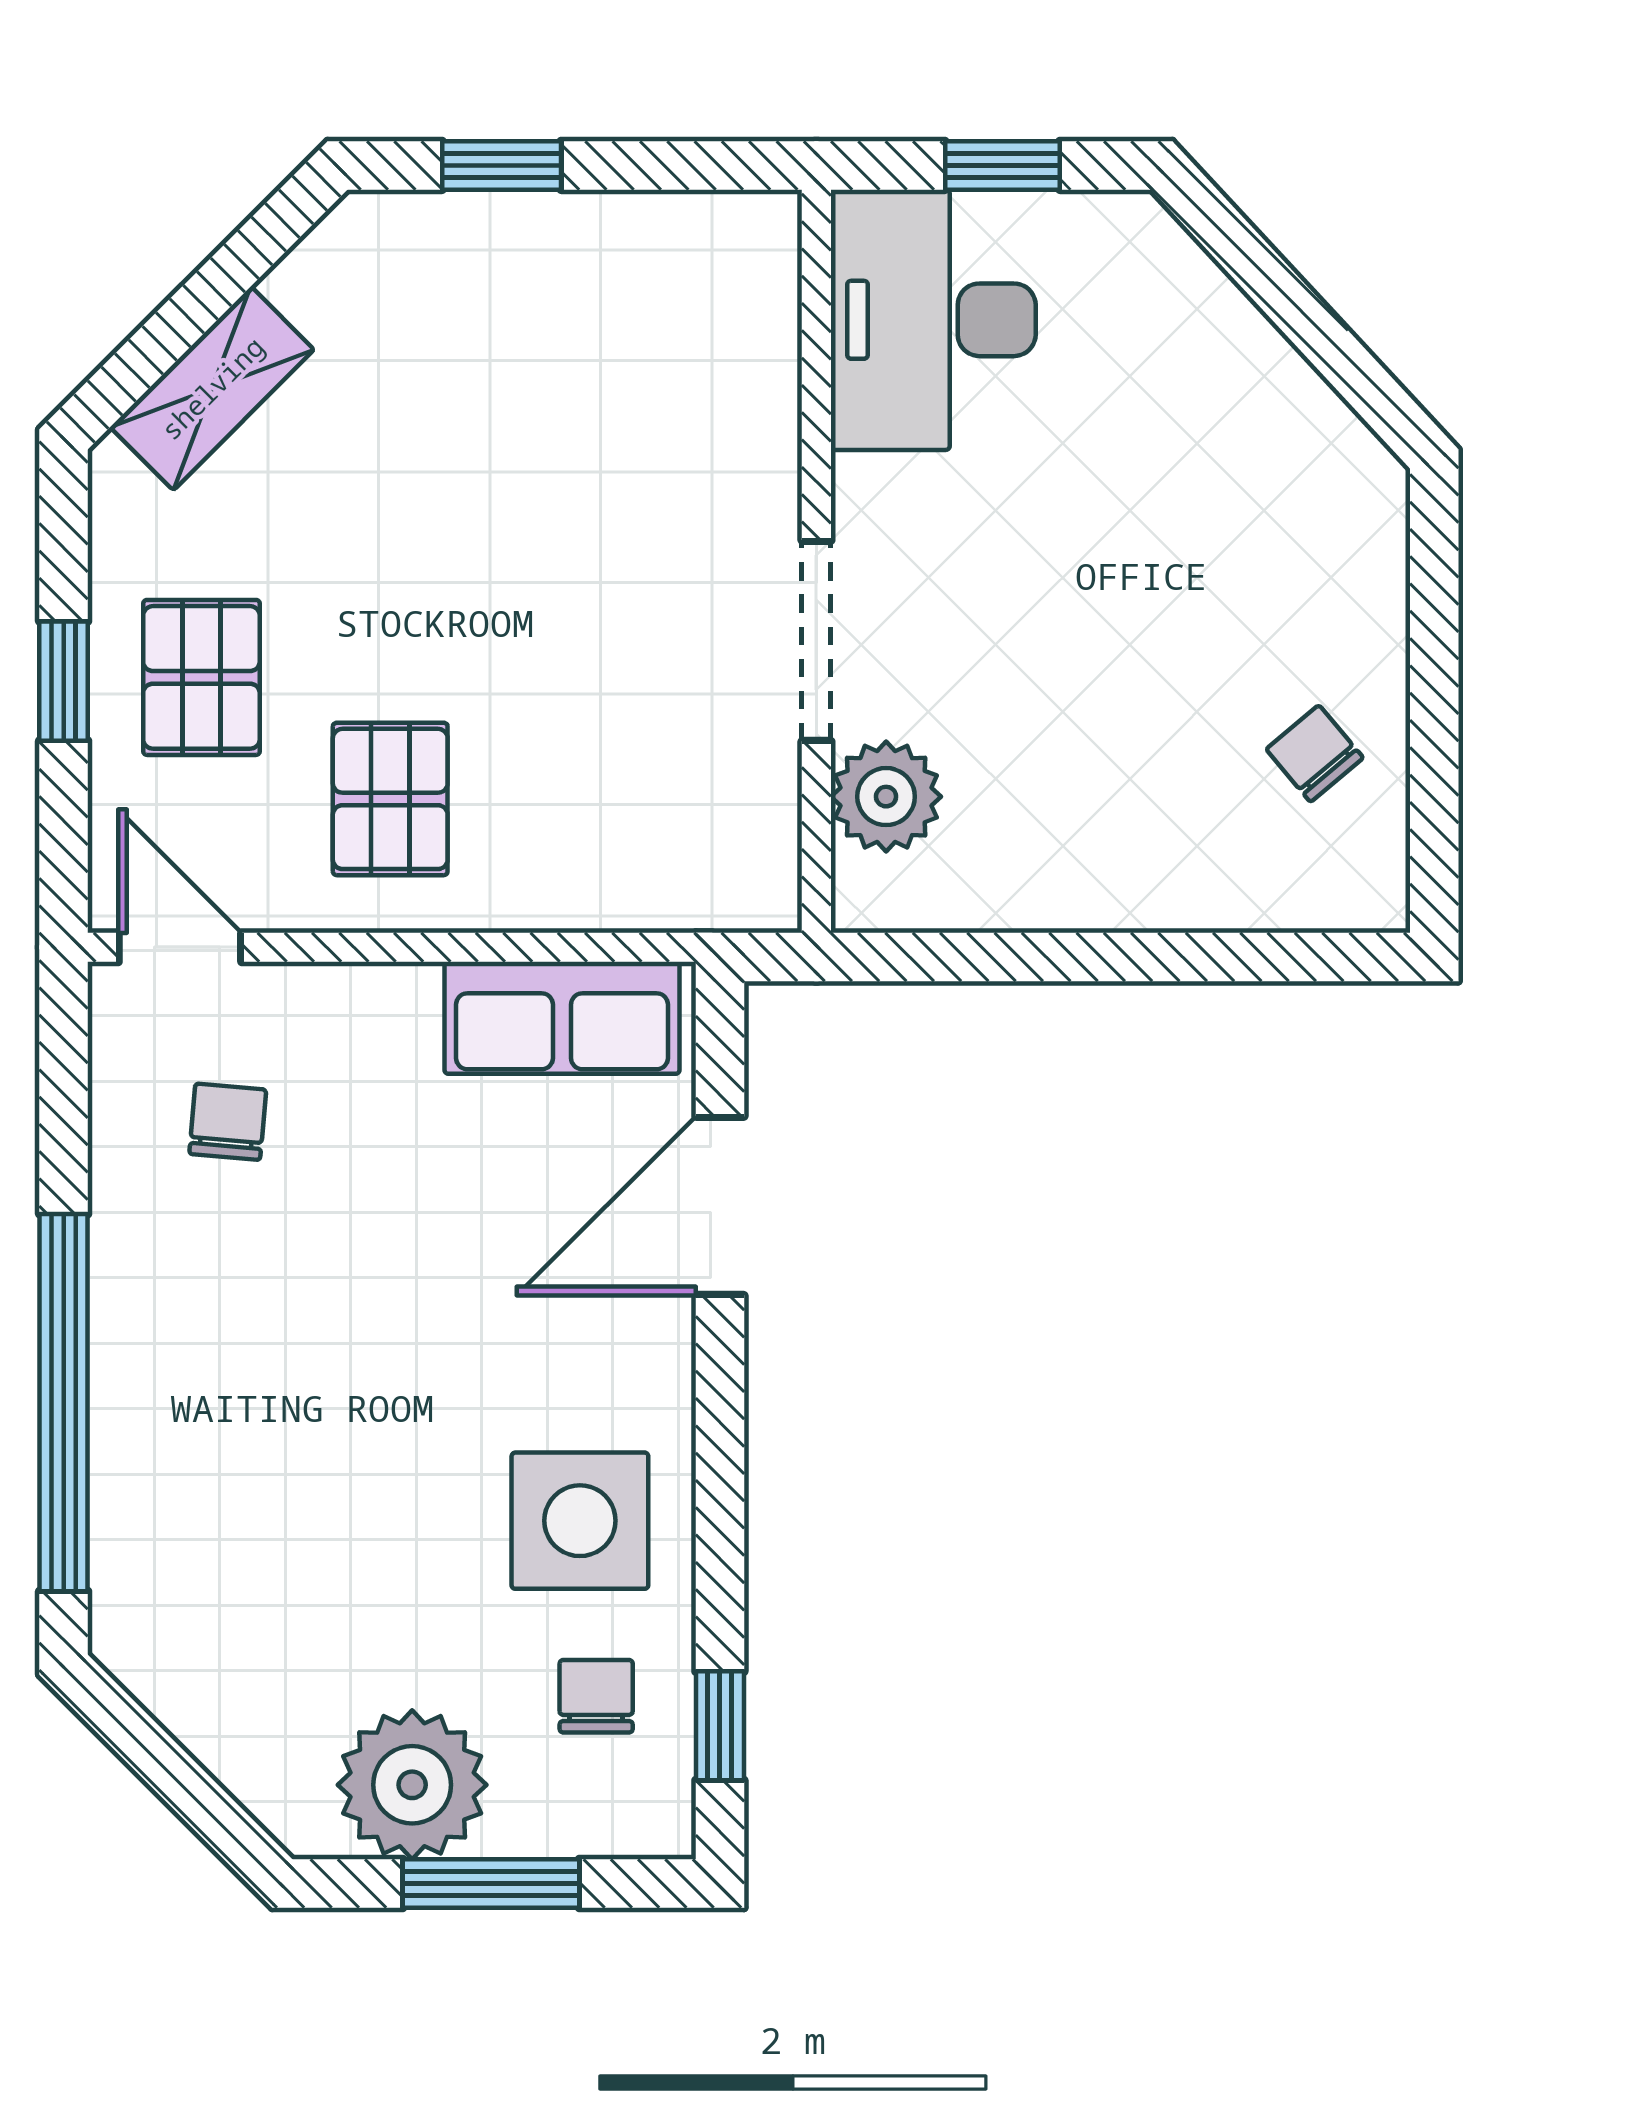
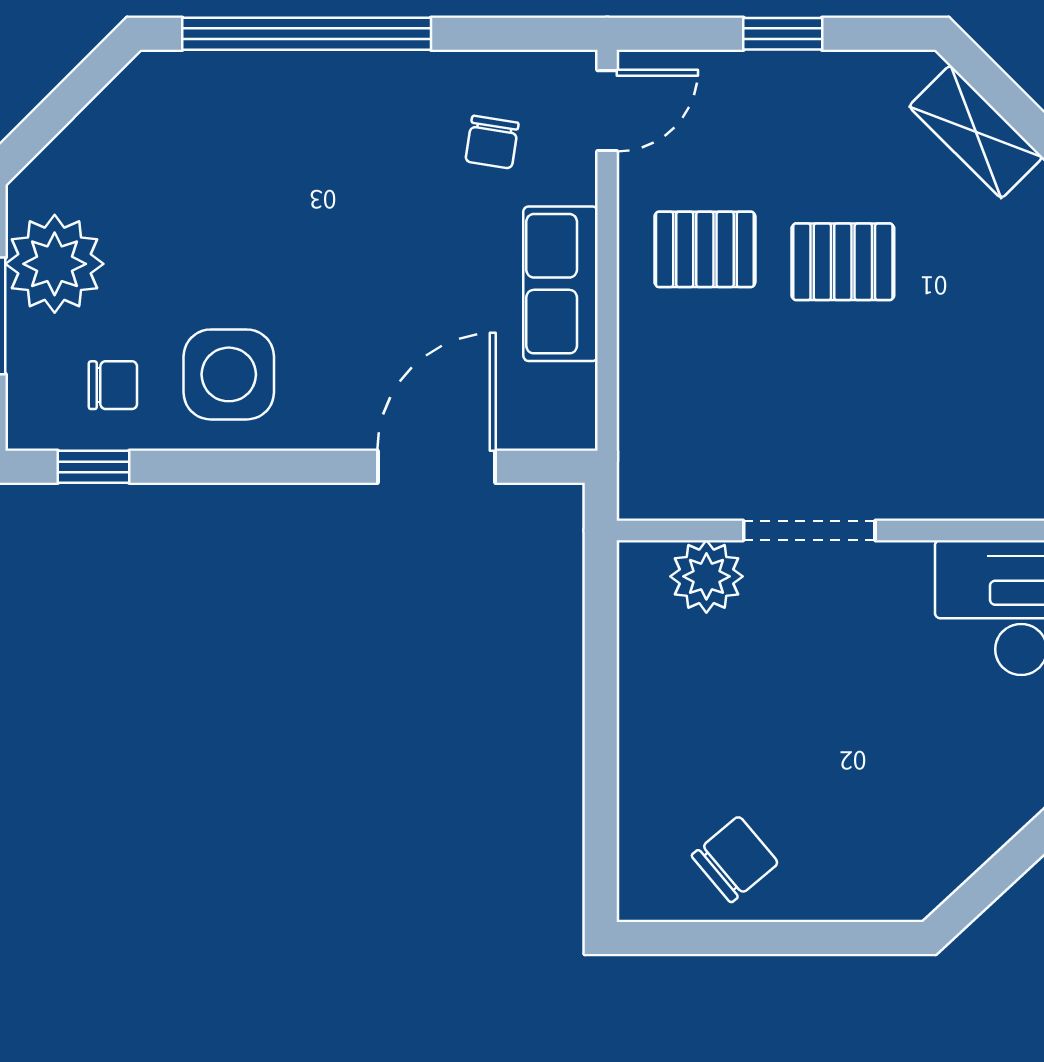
pallet: (201, 677) -> (843, 262), moved
chair: (1315, 754) -> (735, 859), width x1.37, depth x1.37
row of seats: (562, 1018) -> (561, 284), moved
chair: (228, 1122) -> (492, 142), turned 94
door: (720, 1206) -> (436, 467), hinge flipped

